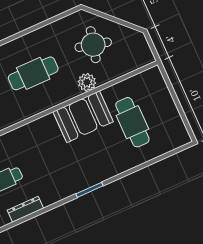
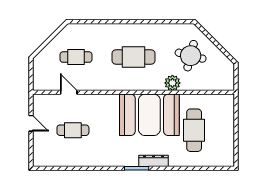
booth: (83, 117) -> (149, 115), width x1.36, depth x1.42
dresser: (25, 209) -> (154, 161), moved

